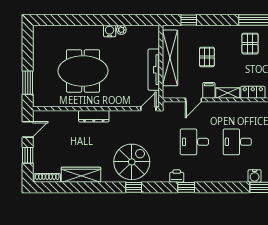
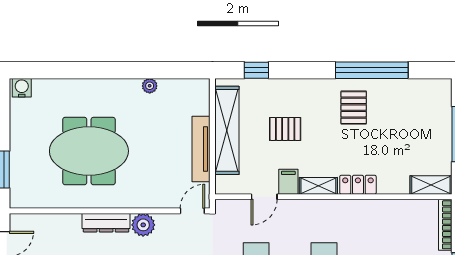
water cooler: (110, 31) -> (22, 88), moved
pallet: (207, 57) -> (285, 129), turned 90
plant: (117, 118) -> (143, 225), added

